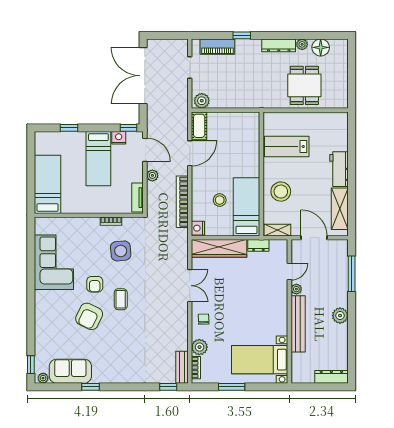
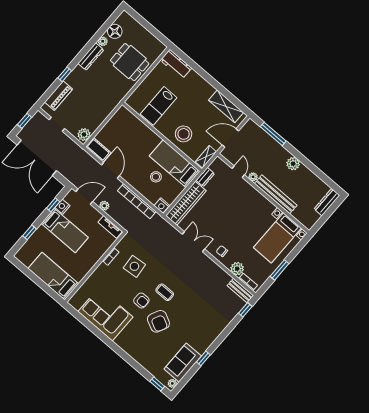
window: (167, 35) -> (24, 121), added
window: (129, 128) -> (53, 205), moved
workbench: (339, 169) -> (176, 64), moved

